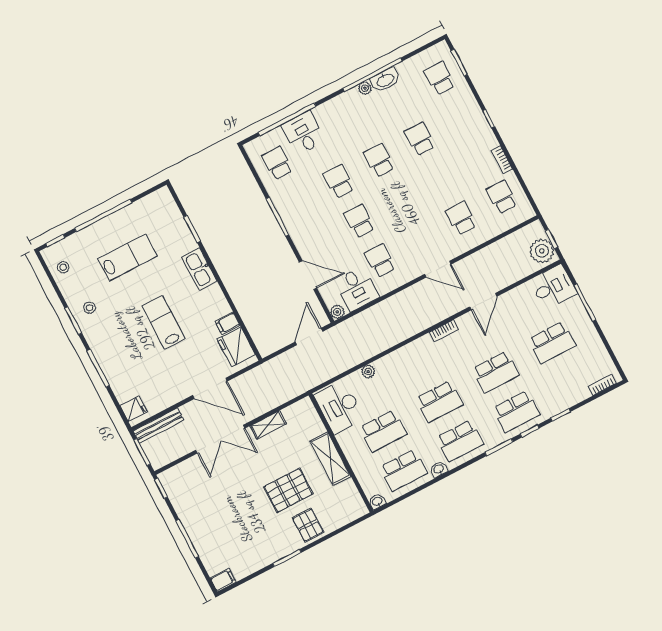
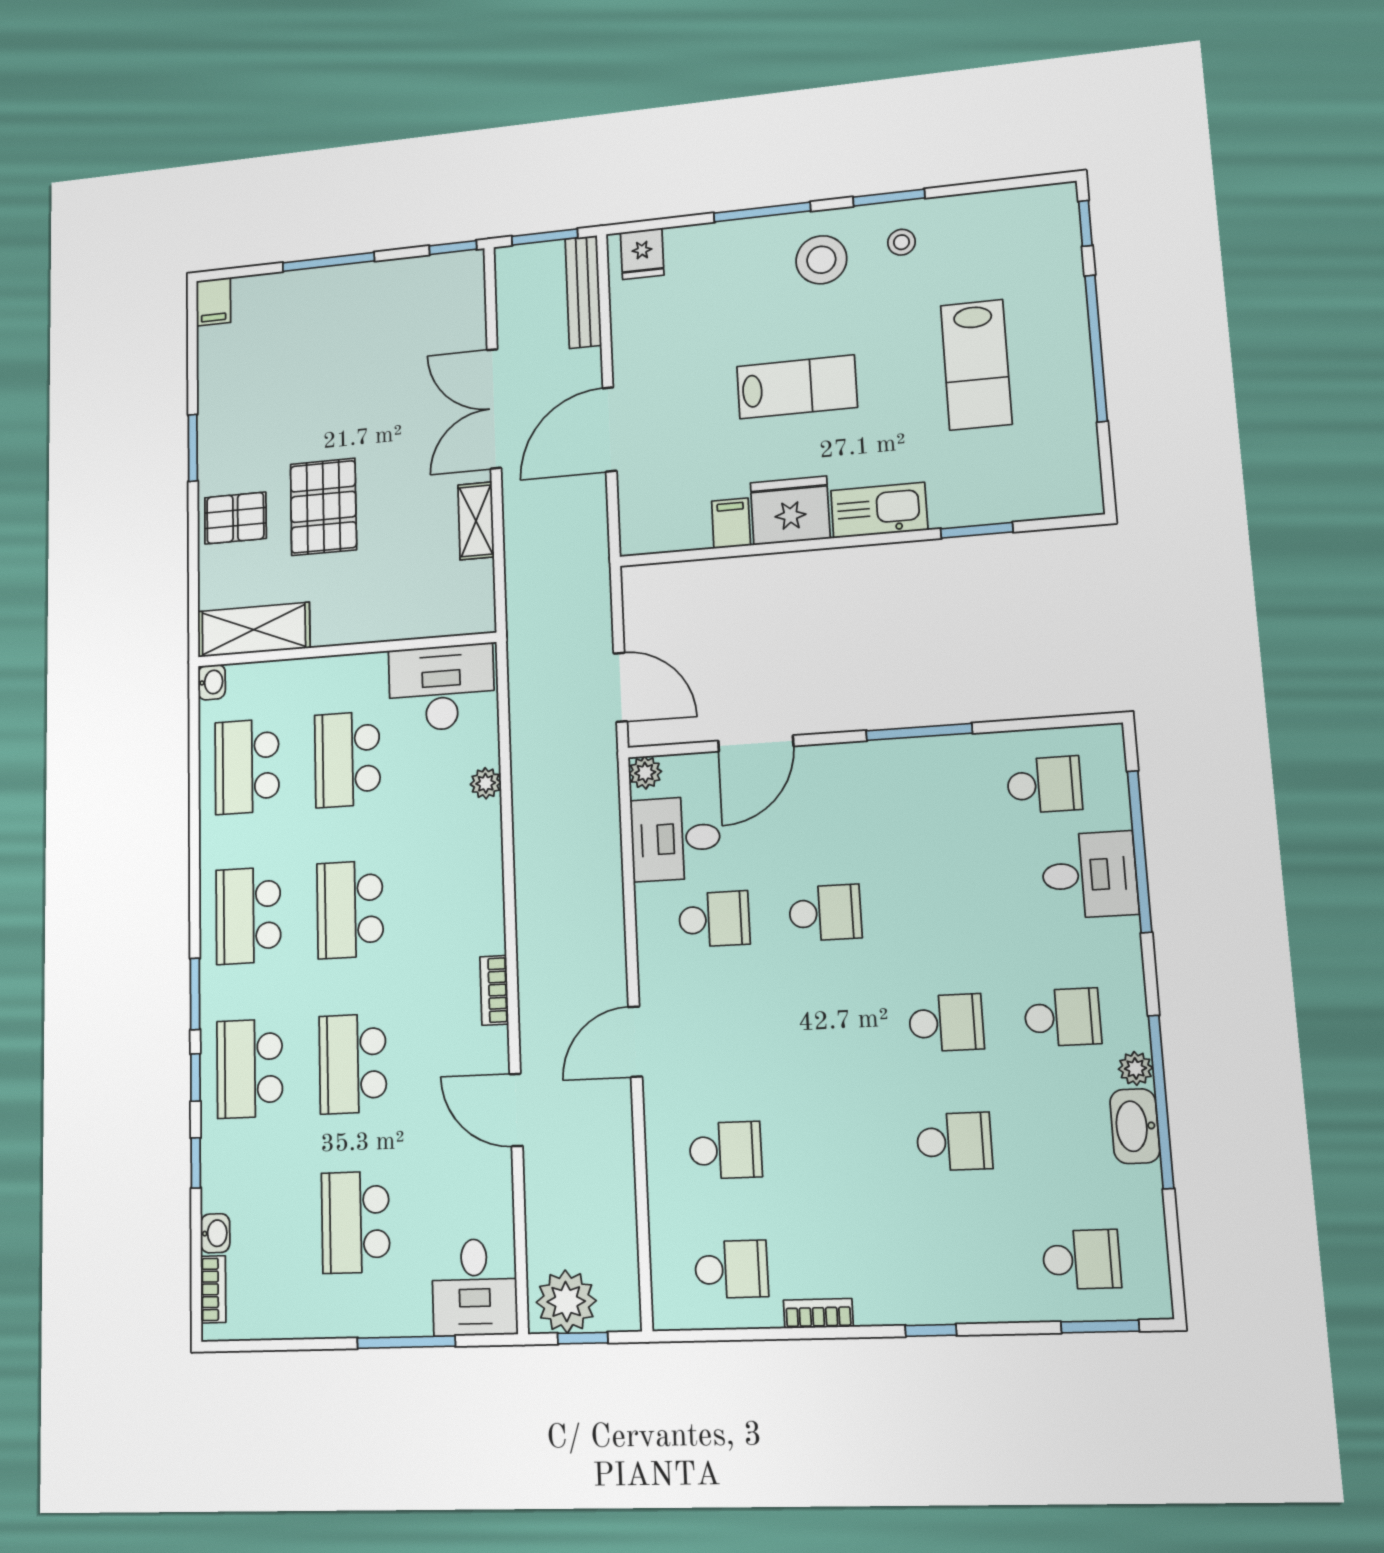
school desk: (339, 182) -> (1062, 1017), moved
stool: (63, 267) -> (821, 260), moved, width x1.89, depth x1.89
fridge: (236, 347) -> (790, 510), moved
shelving: (330, 459) -> (254, 630), moved
washbasin: (439, 469) -> (215, 1233), moved

